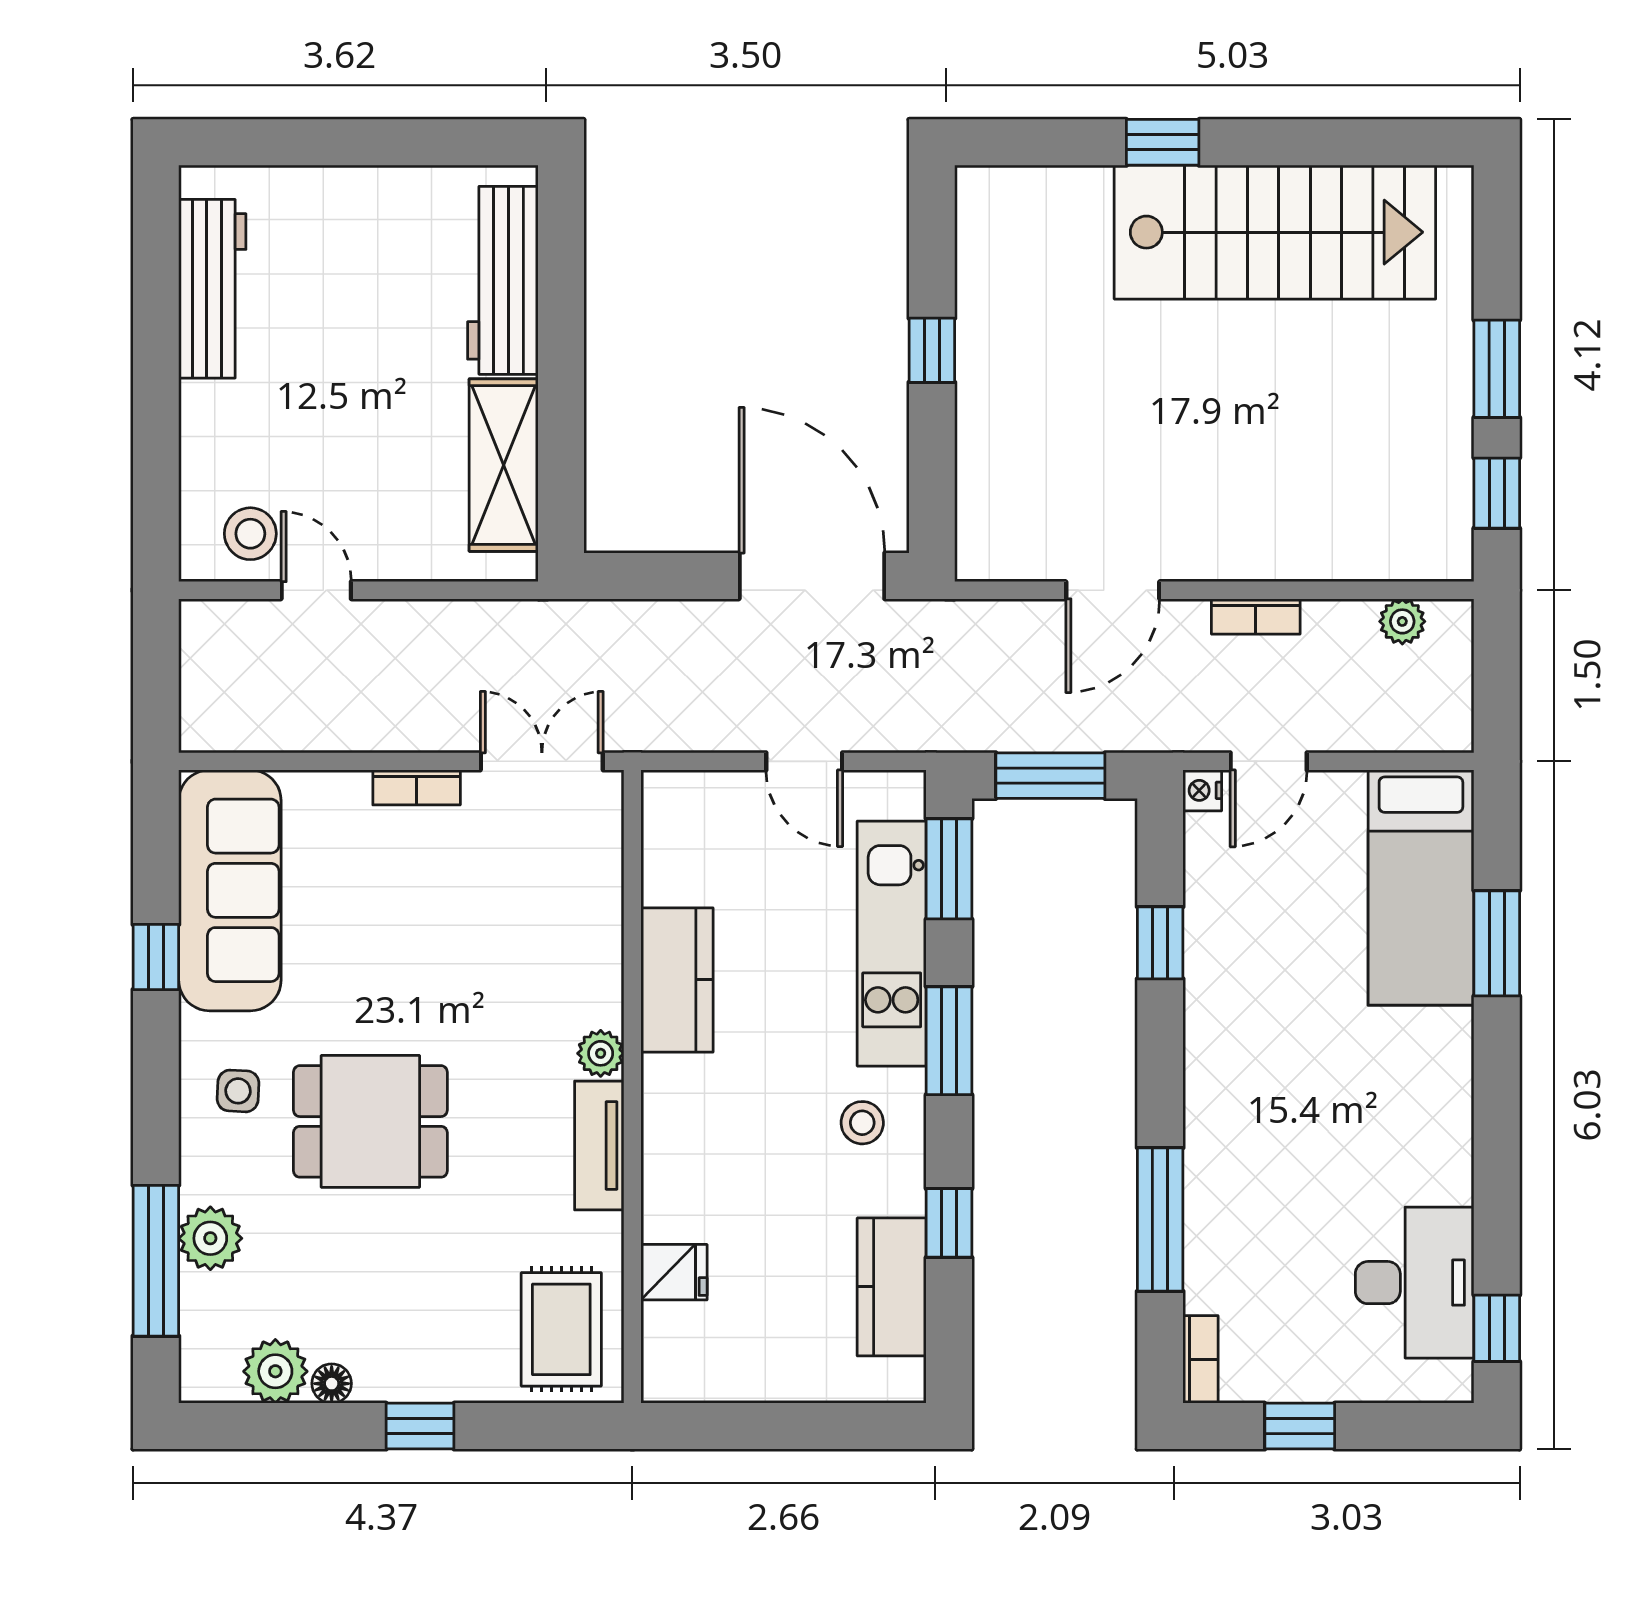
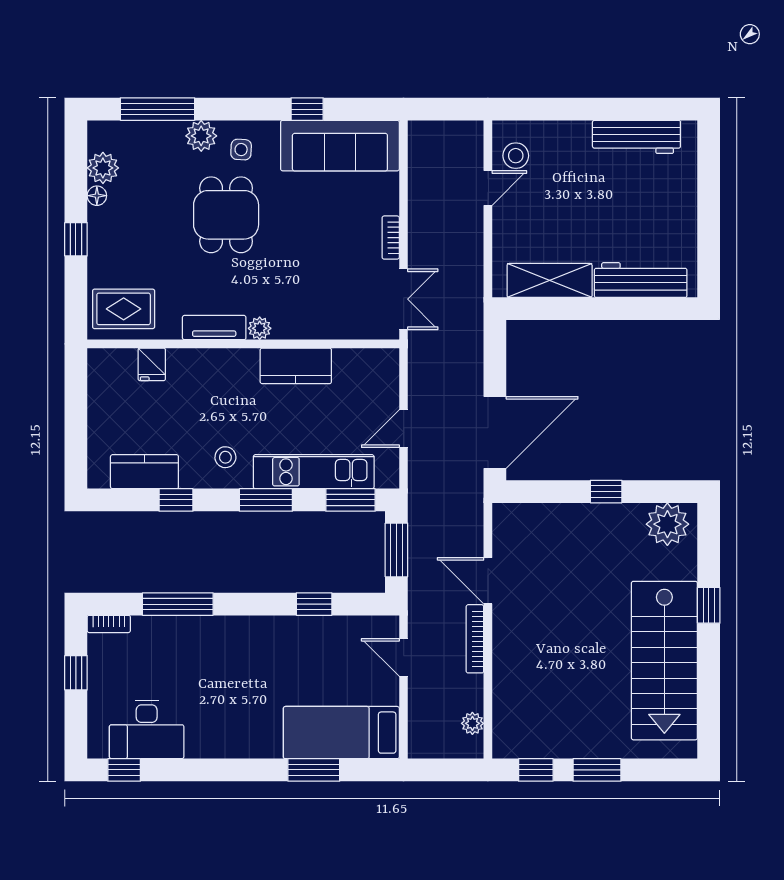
plant: (998, 226) -> (667, 524), added
bookcase: (1256, 616) -> (475, 639), width x1.56
nightstand: (1202, 790) -> (389, 625), removed
plant: (210, 1238) -> (201, 136), moved

